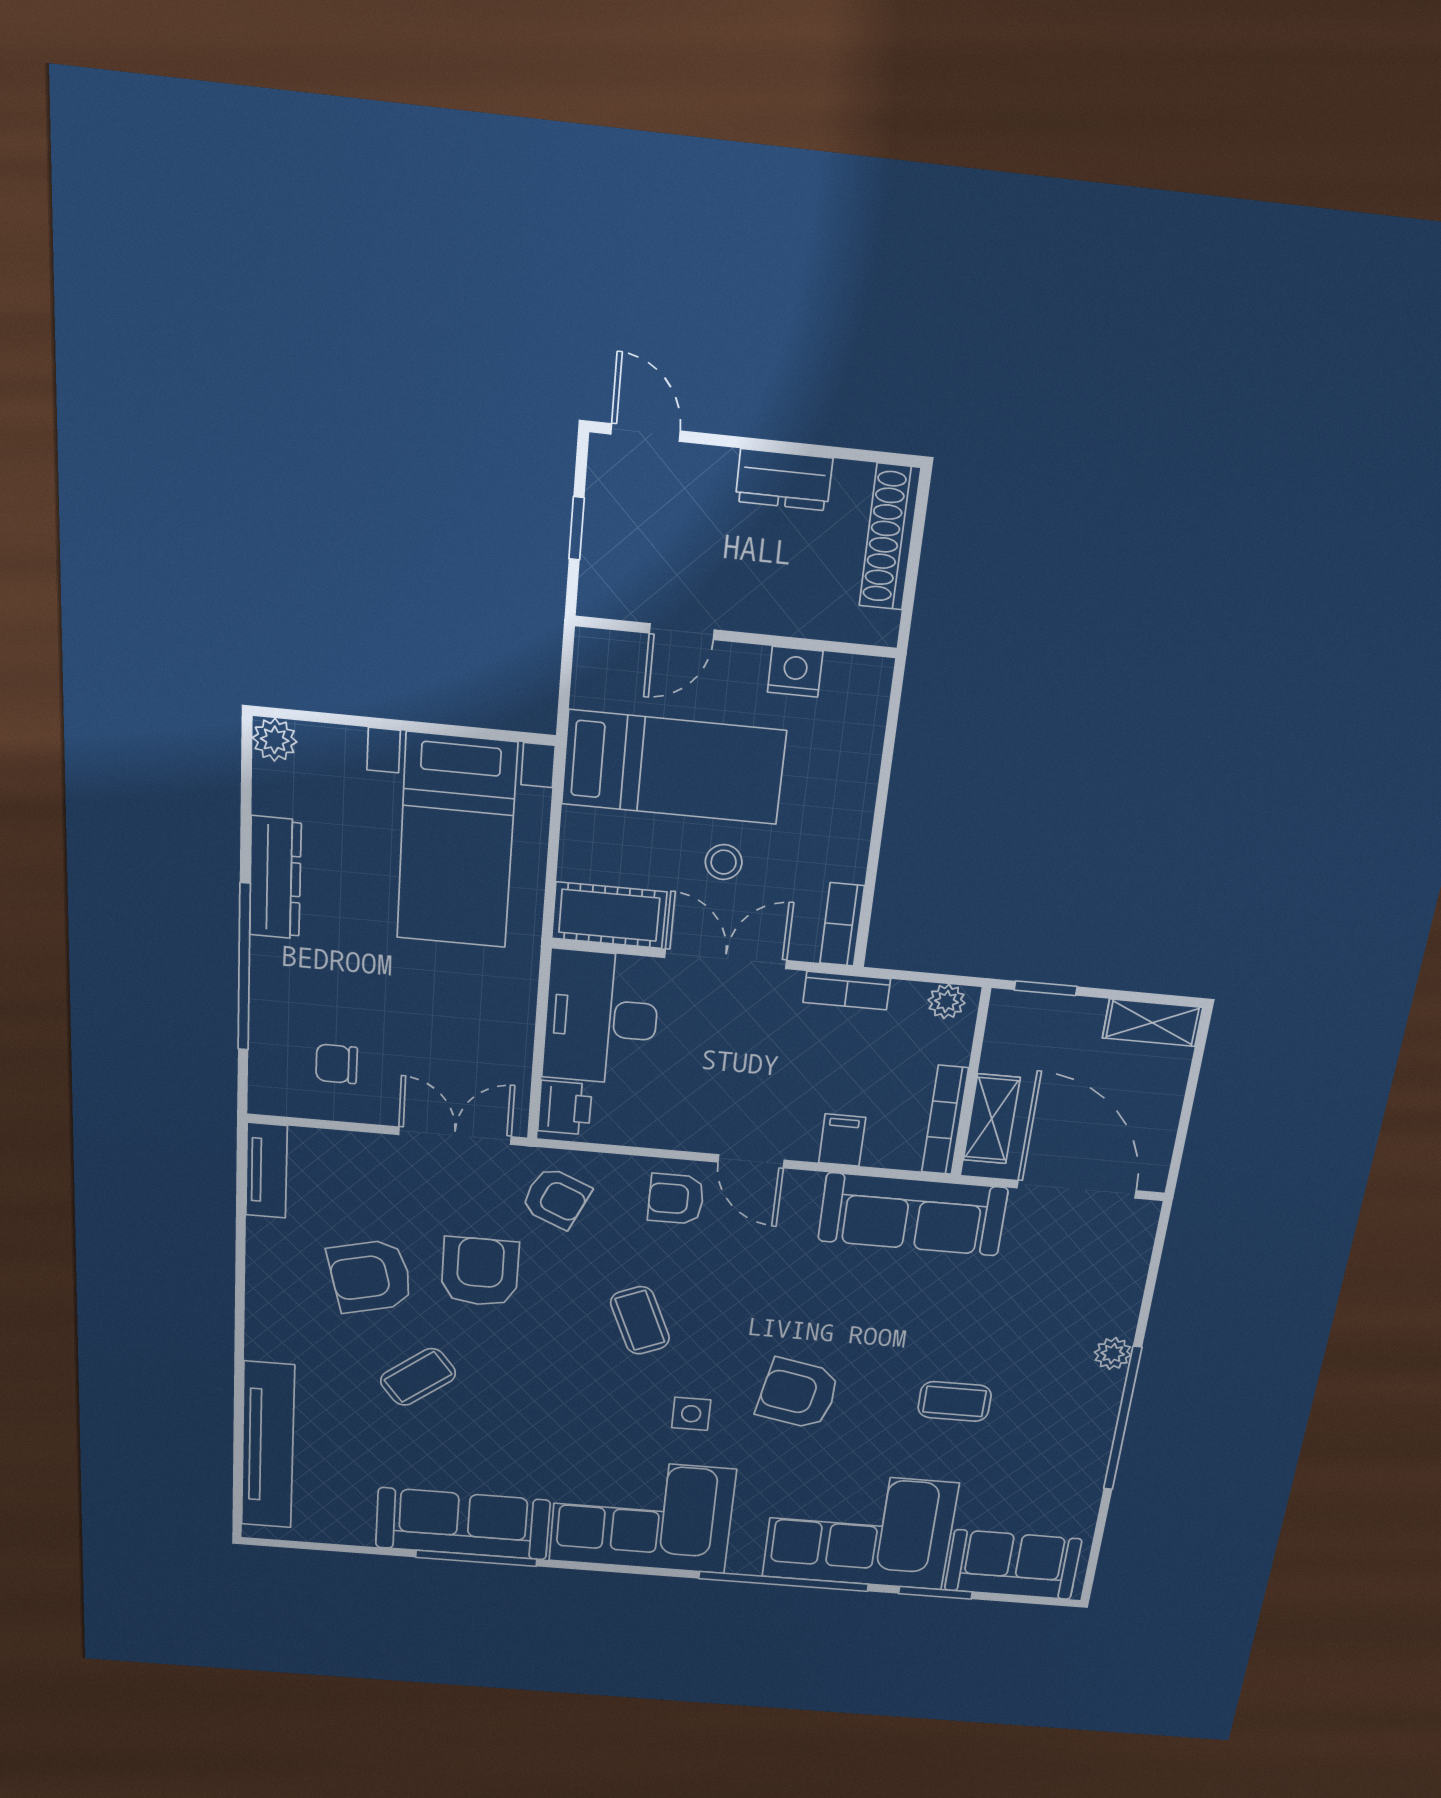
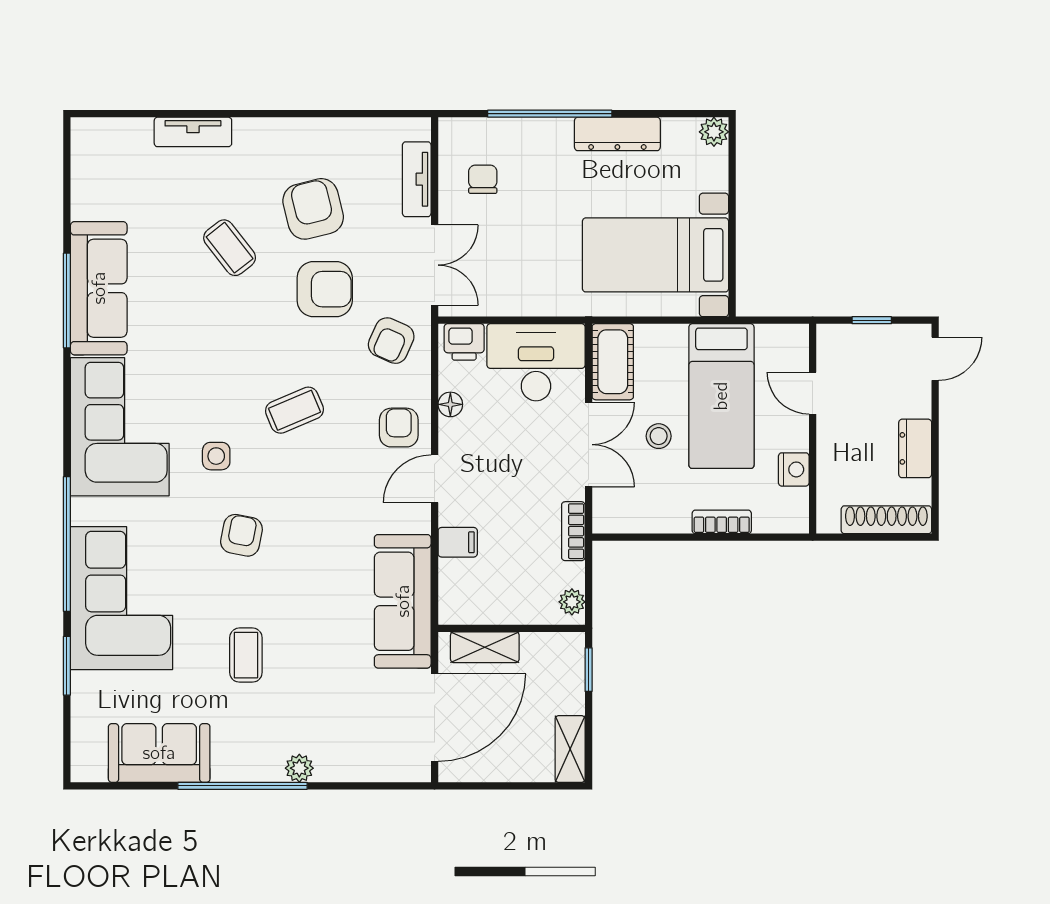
bookcase: (842, 925) -> (722, 522), moved
bookcase: (945, 1120) -> (481, 614), removed
floor lamp: (651, 1133) -> (450, 404), added
tv unit: (266, 1170) -> (417, 179), moved, turned 90
armchair: (798, 1394) -> (241, 535), width x0.72, depth x0.72
tv unit: (268, 1446) -> (193, 132), width x0.52, depth x0.78
sofa: (1013, 1565) -> (159, 753), moved, turned -90

